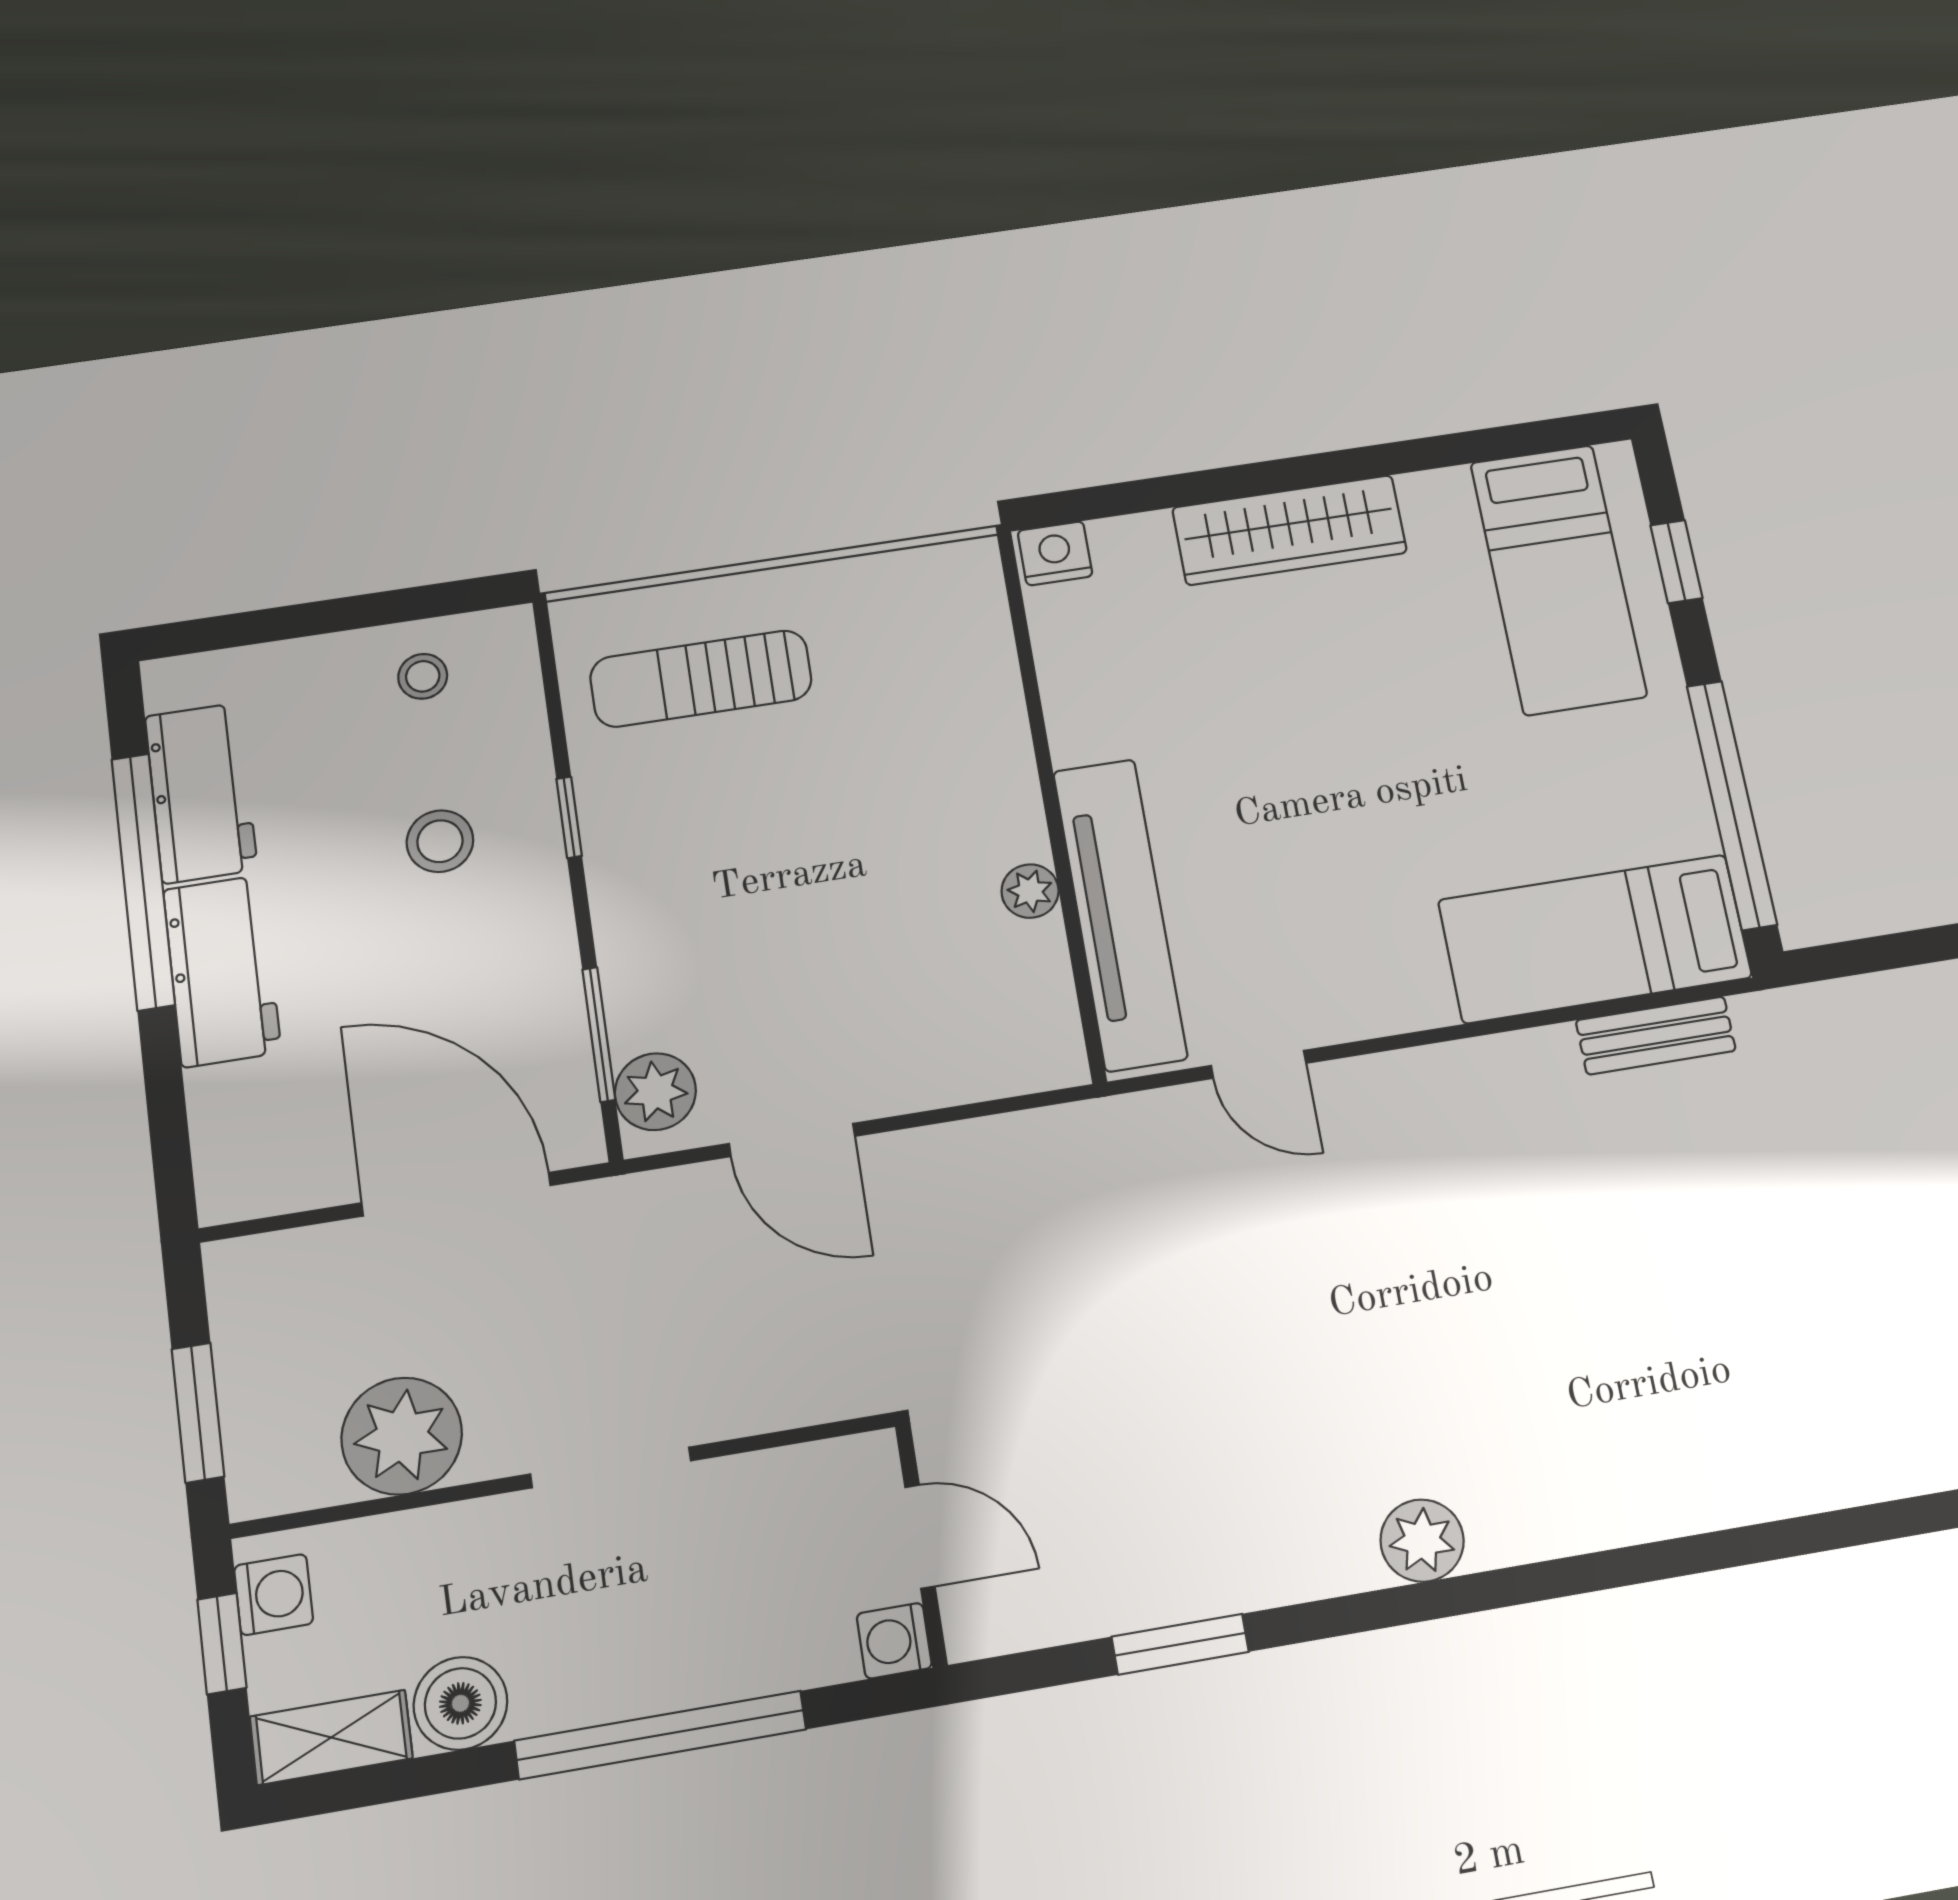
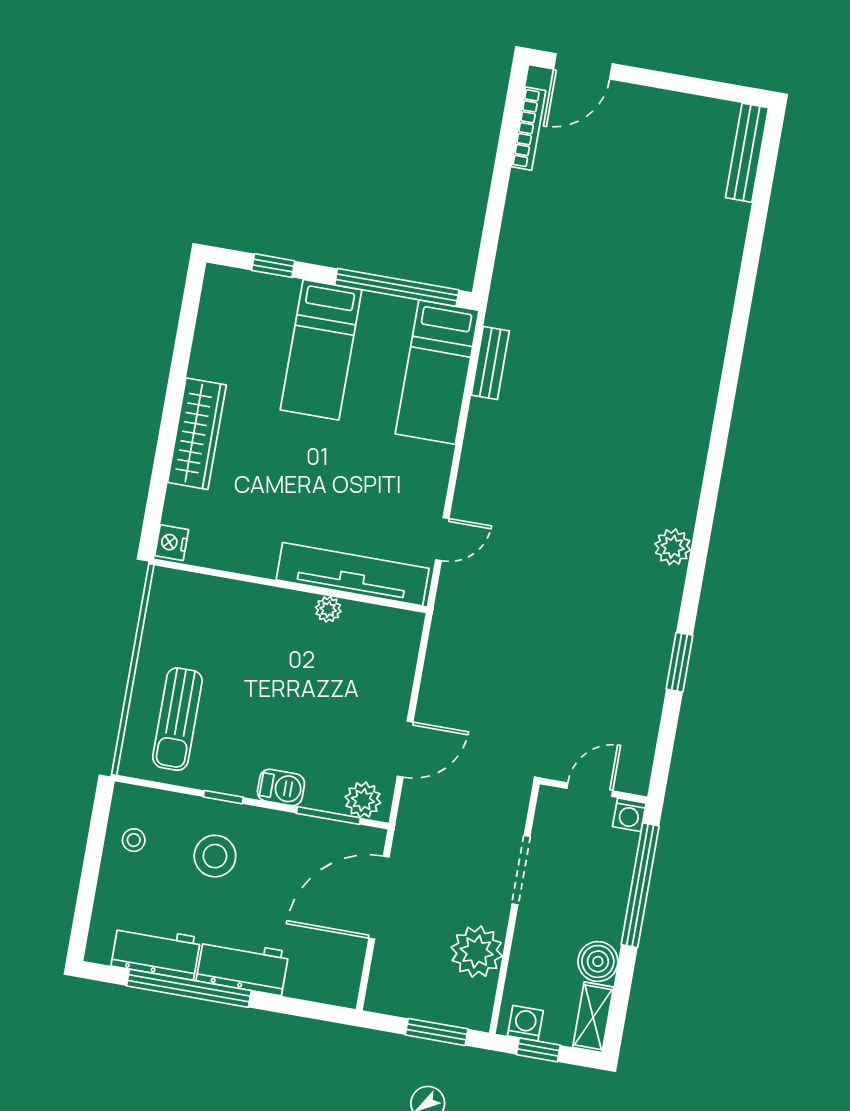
bed: (1558, 579) -> (321, 350), moved, turned 90
stool: (440, 841) -> (215, 856), width x1.38, depth x1.38
barbecue: (627, 922) -> (281, 788), added
door: (920, 1537) -> (590, 790), moved
wall: (921, 1545) -> (593, 790), moved
washing machine: (894, 1641) -> (629, 815), moved

